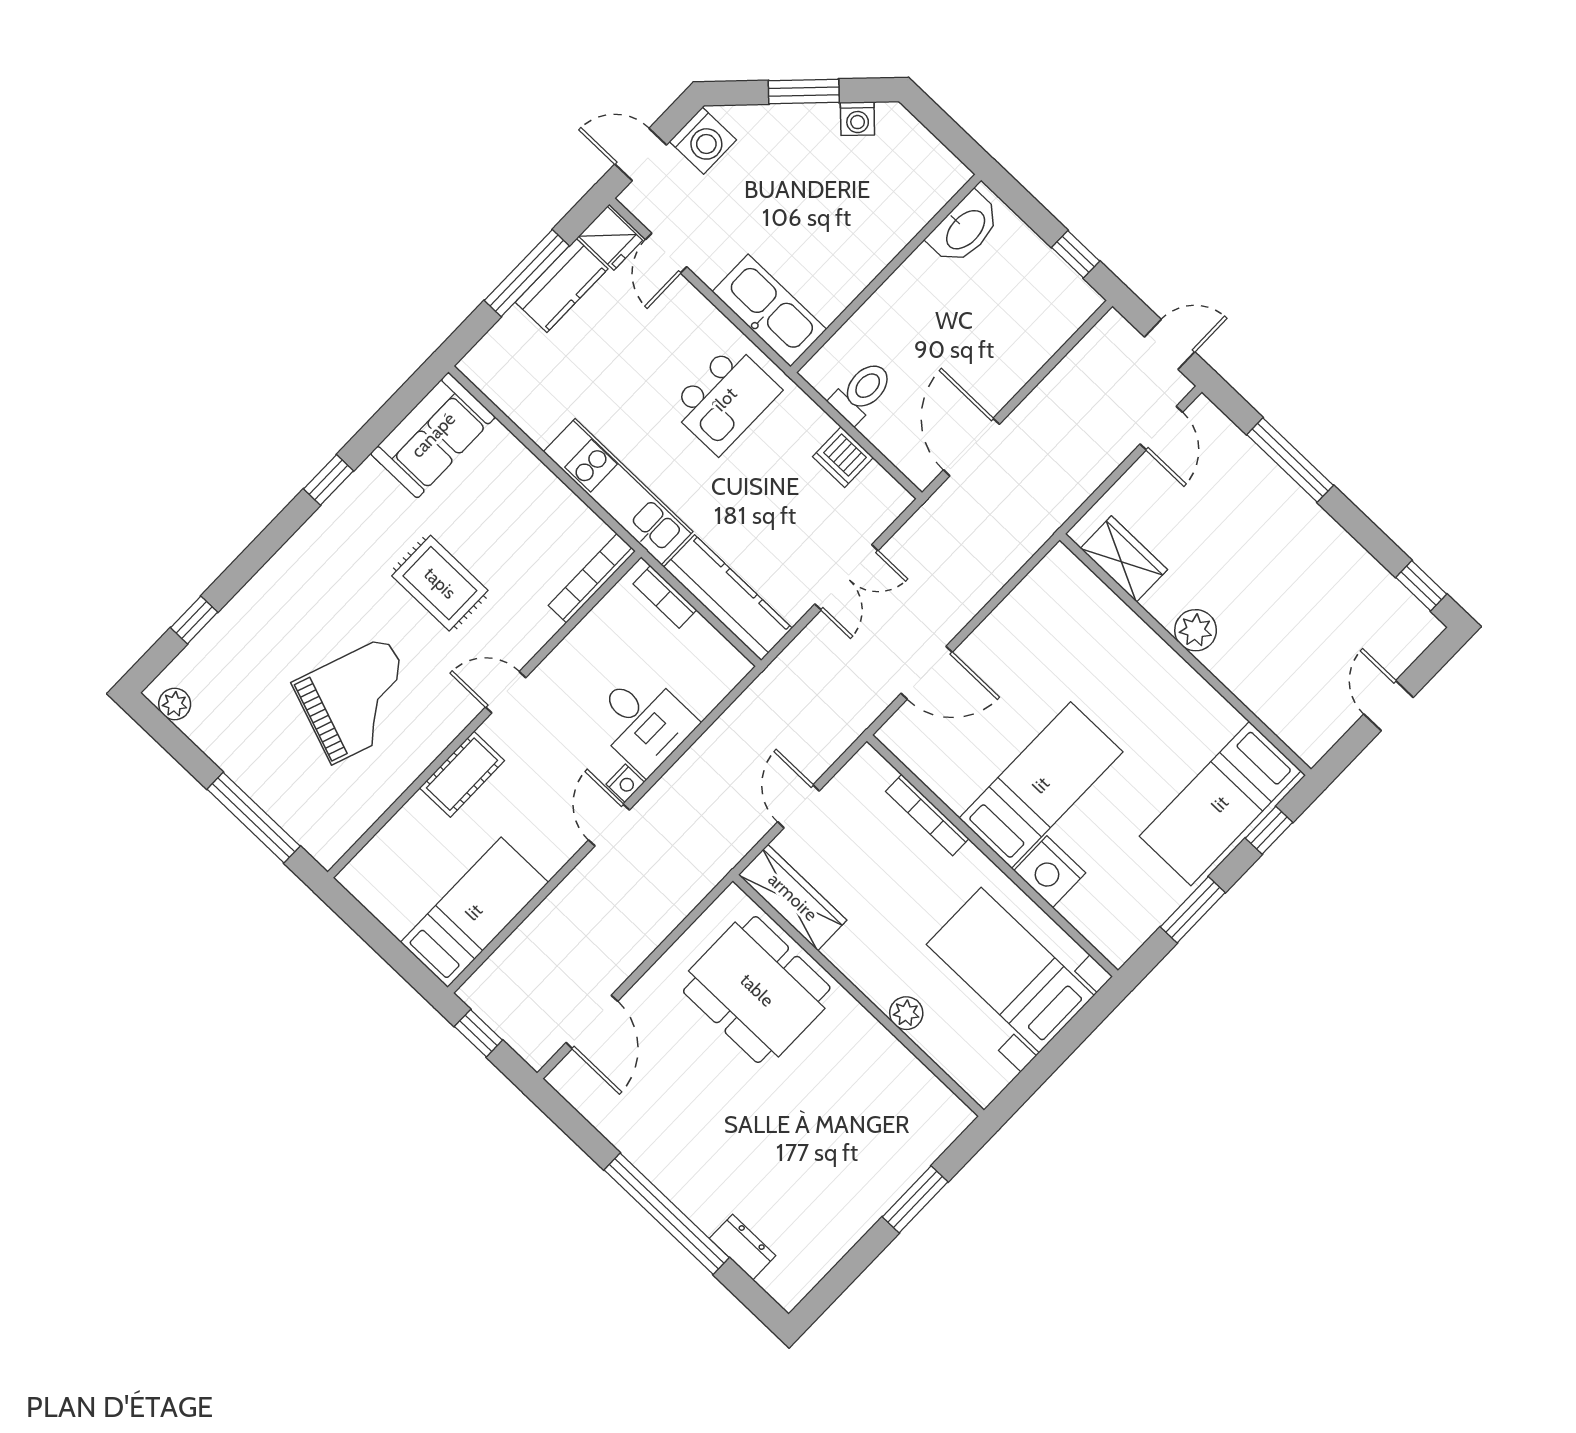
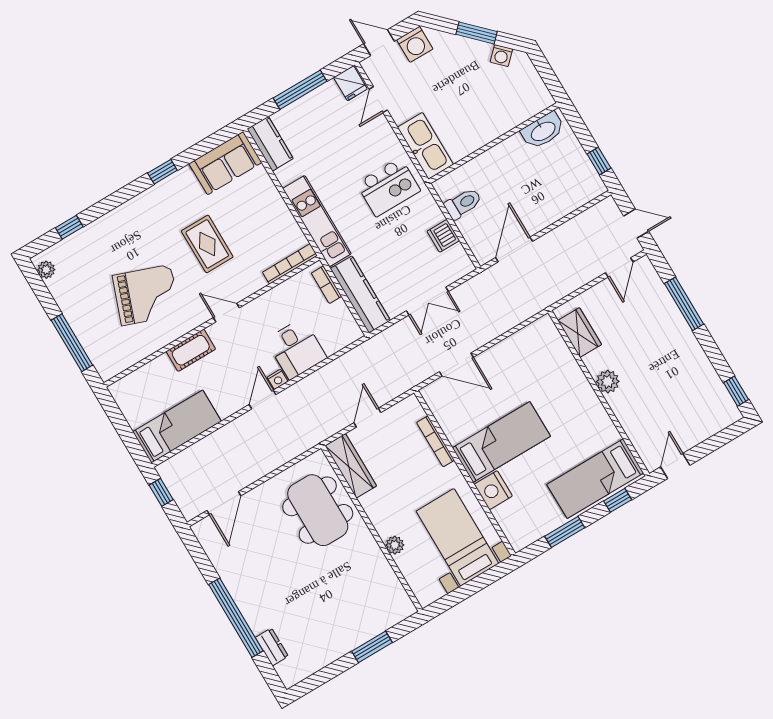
kitchen counter: (562, 286) -> (270, 144), moved, turned -90
door: (1389, 706) -> (675, 466), moved

